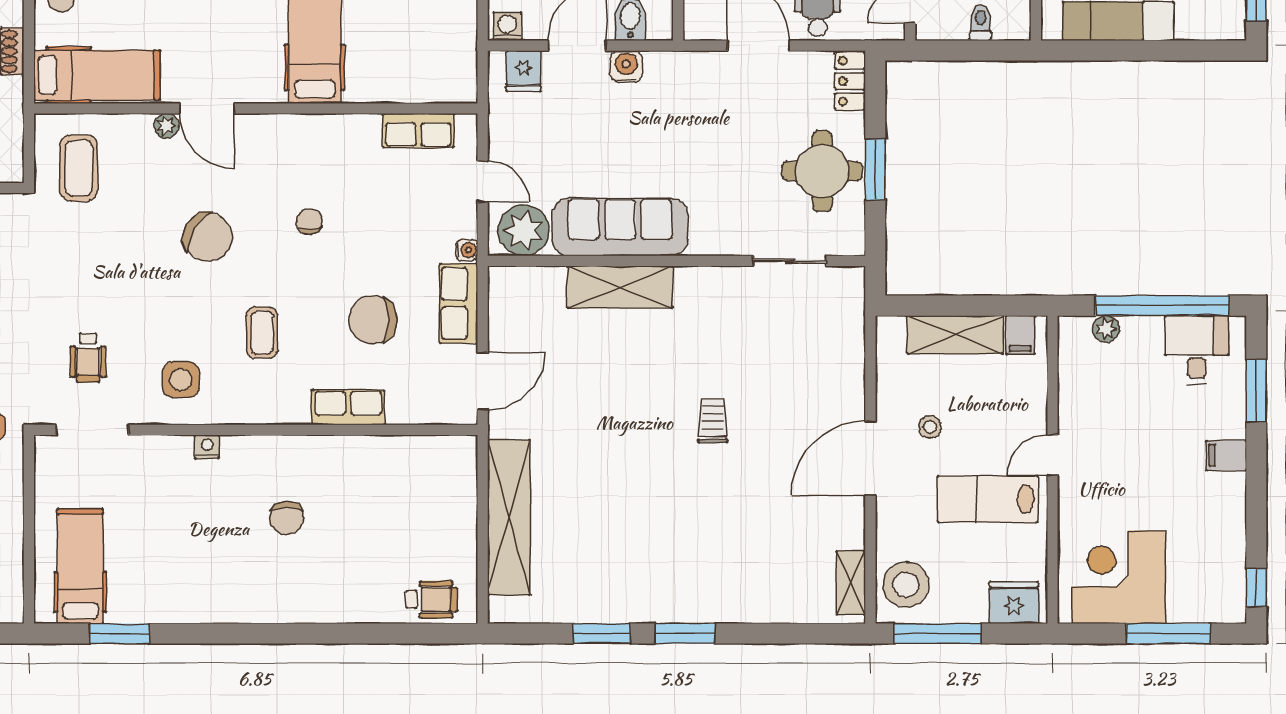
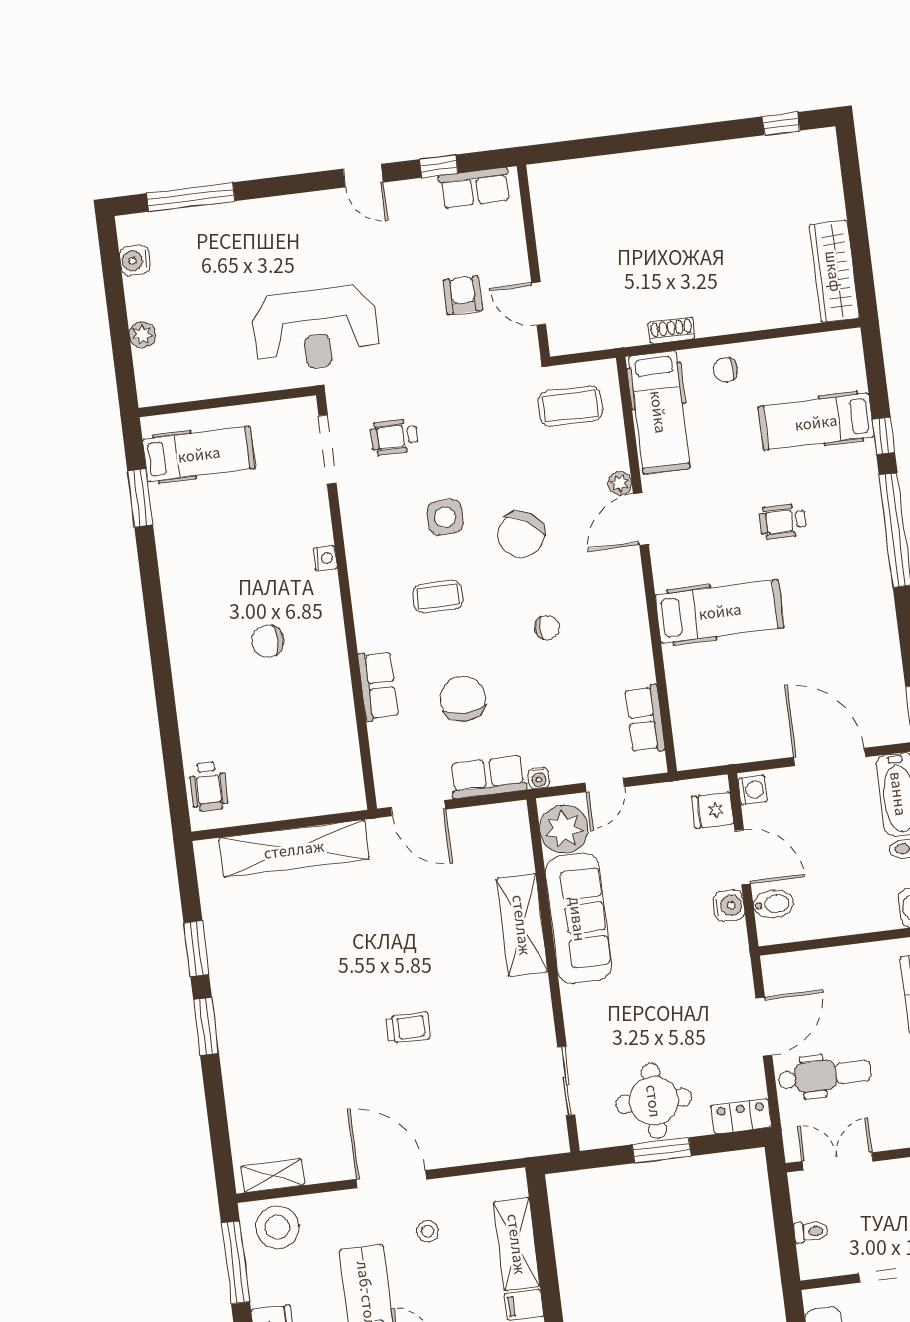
side table: (181, 380) -> (445, 517), moved

